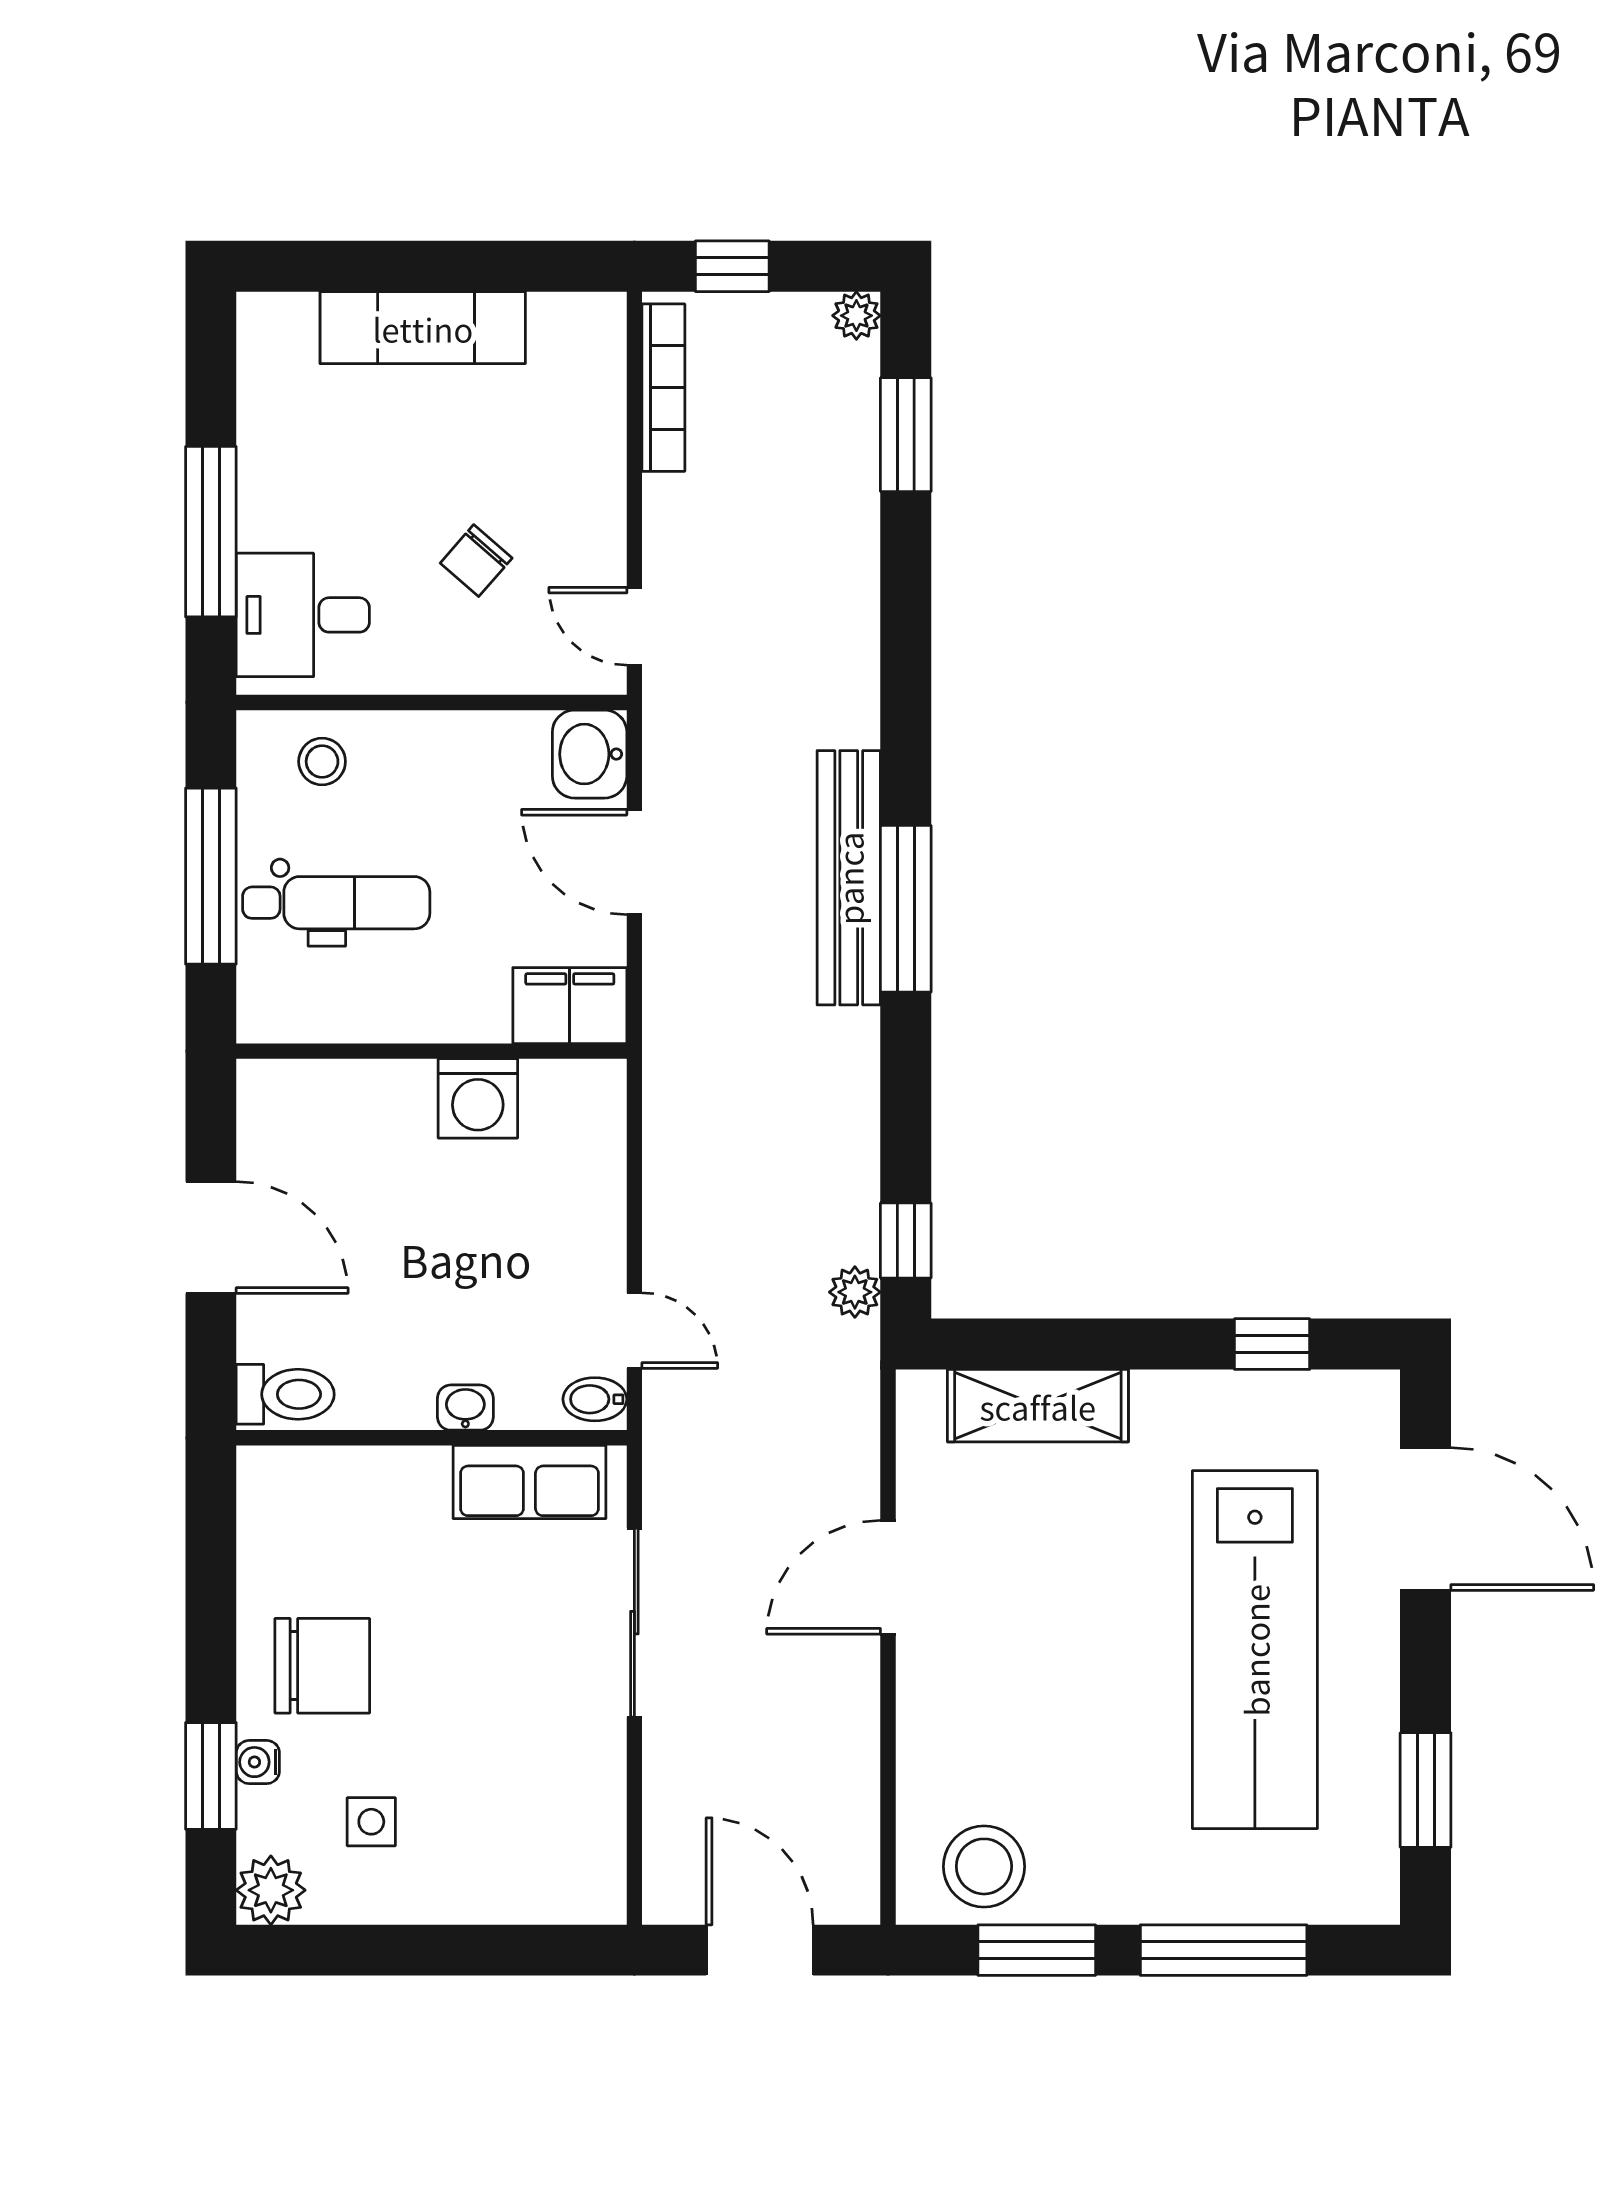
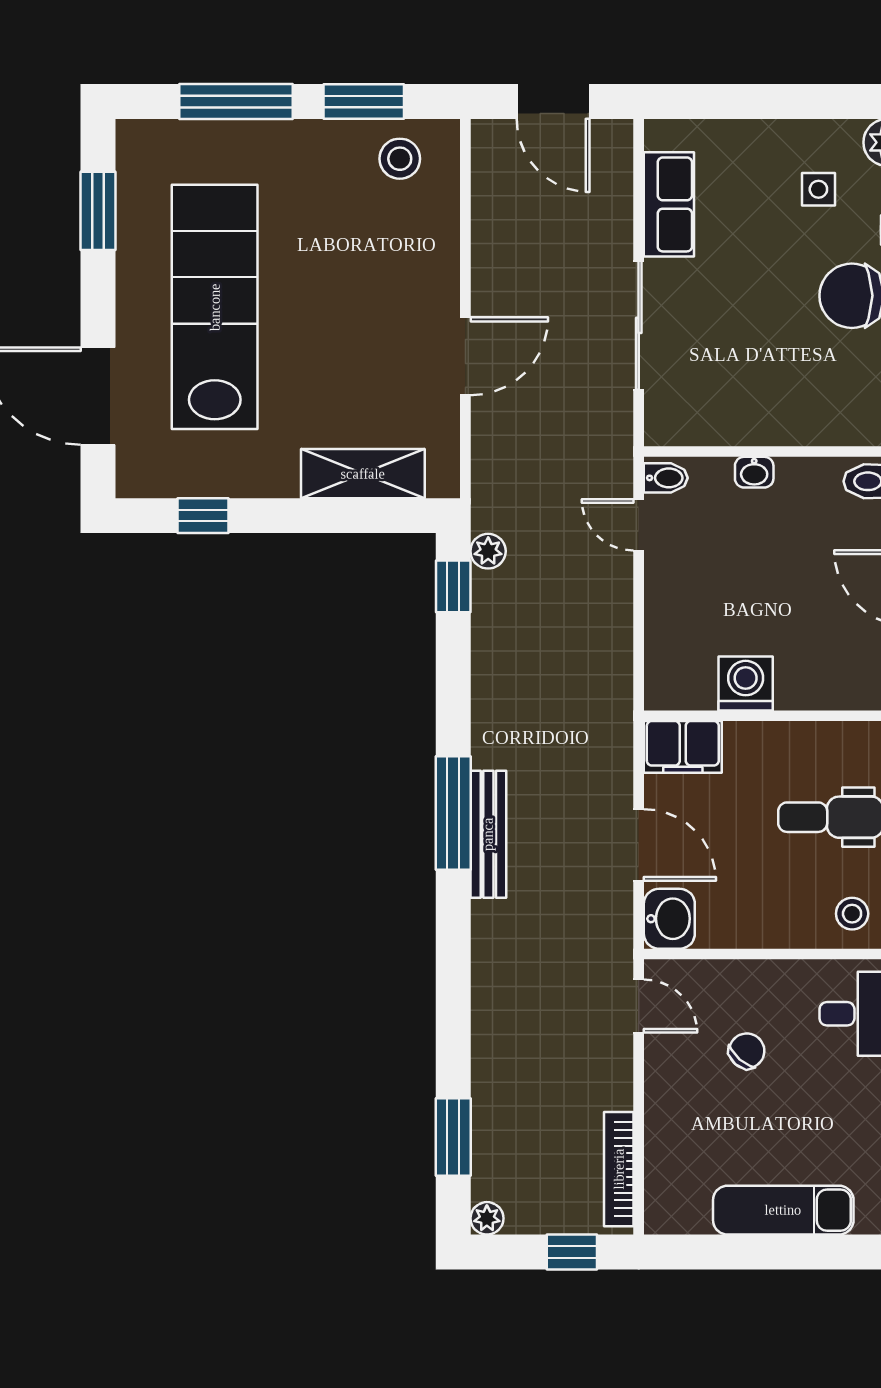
bench: (849, 878) -> (488, 834), width x0.73, depth x0.82
row of seats: (529, 1482) -> (669, 204), moved, turned 90
stool: (984, 1866) -> (400, 159), width x0.73, depth x0.73

